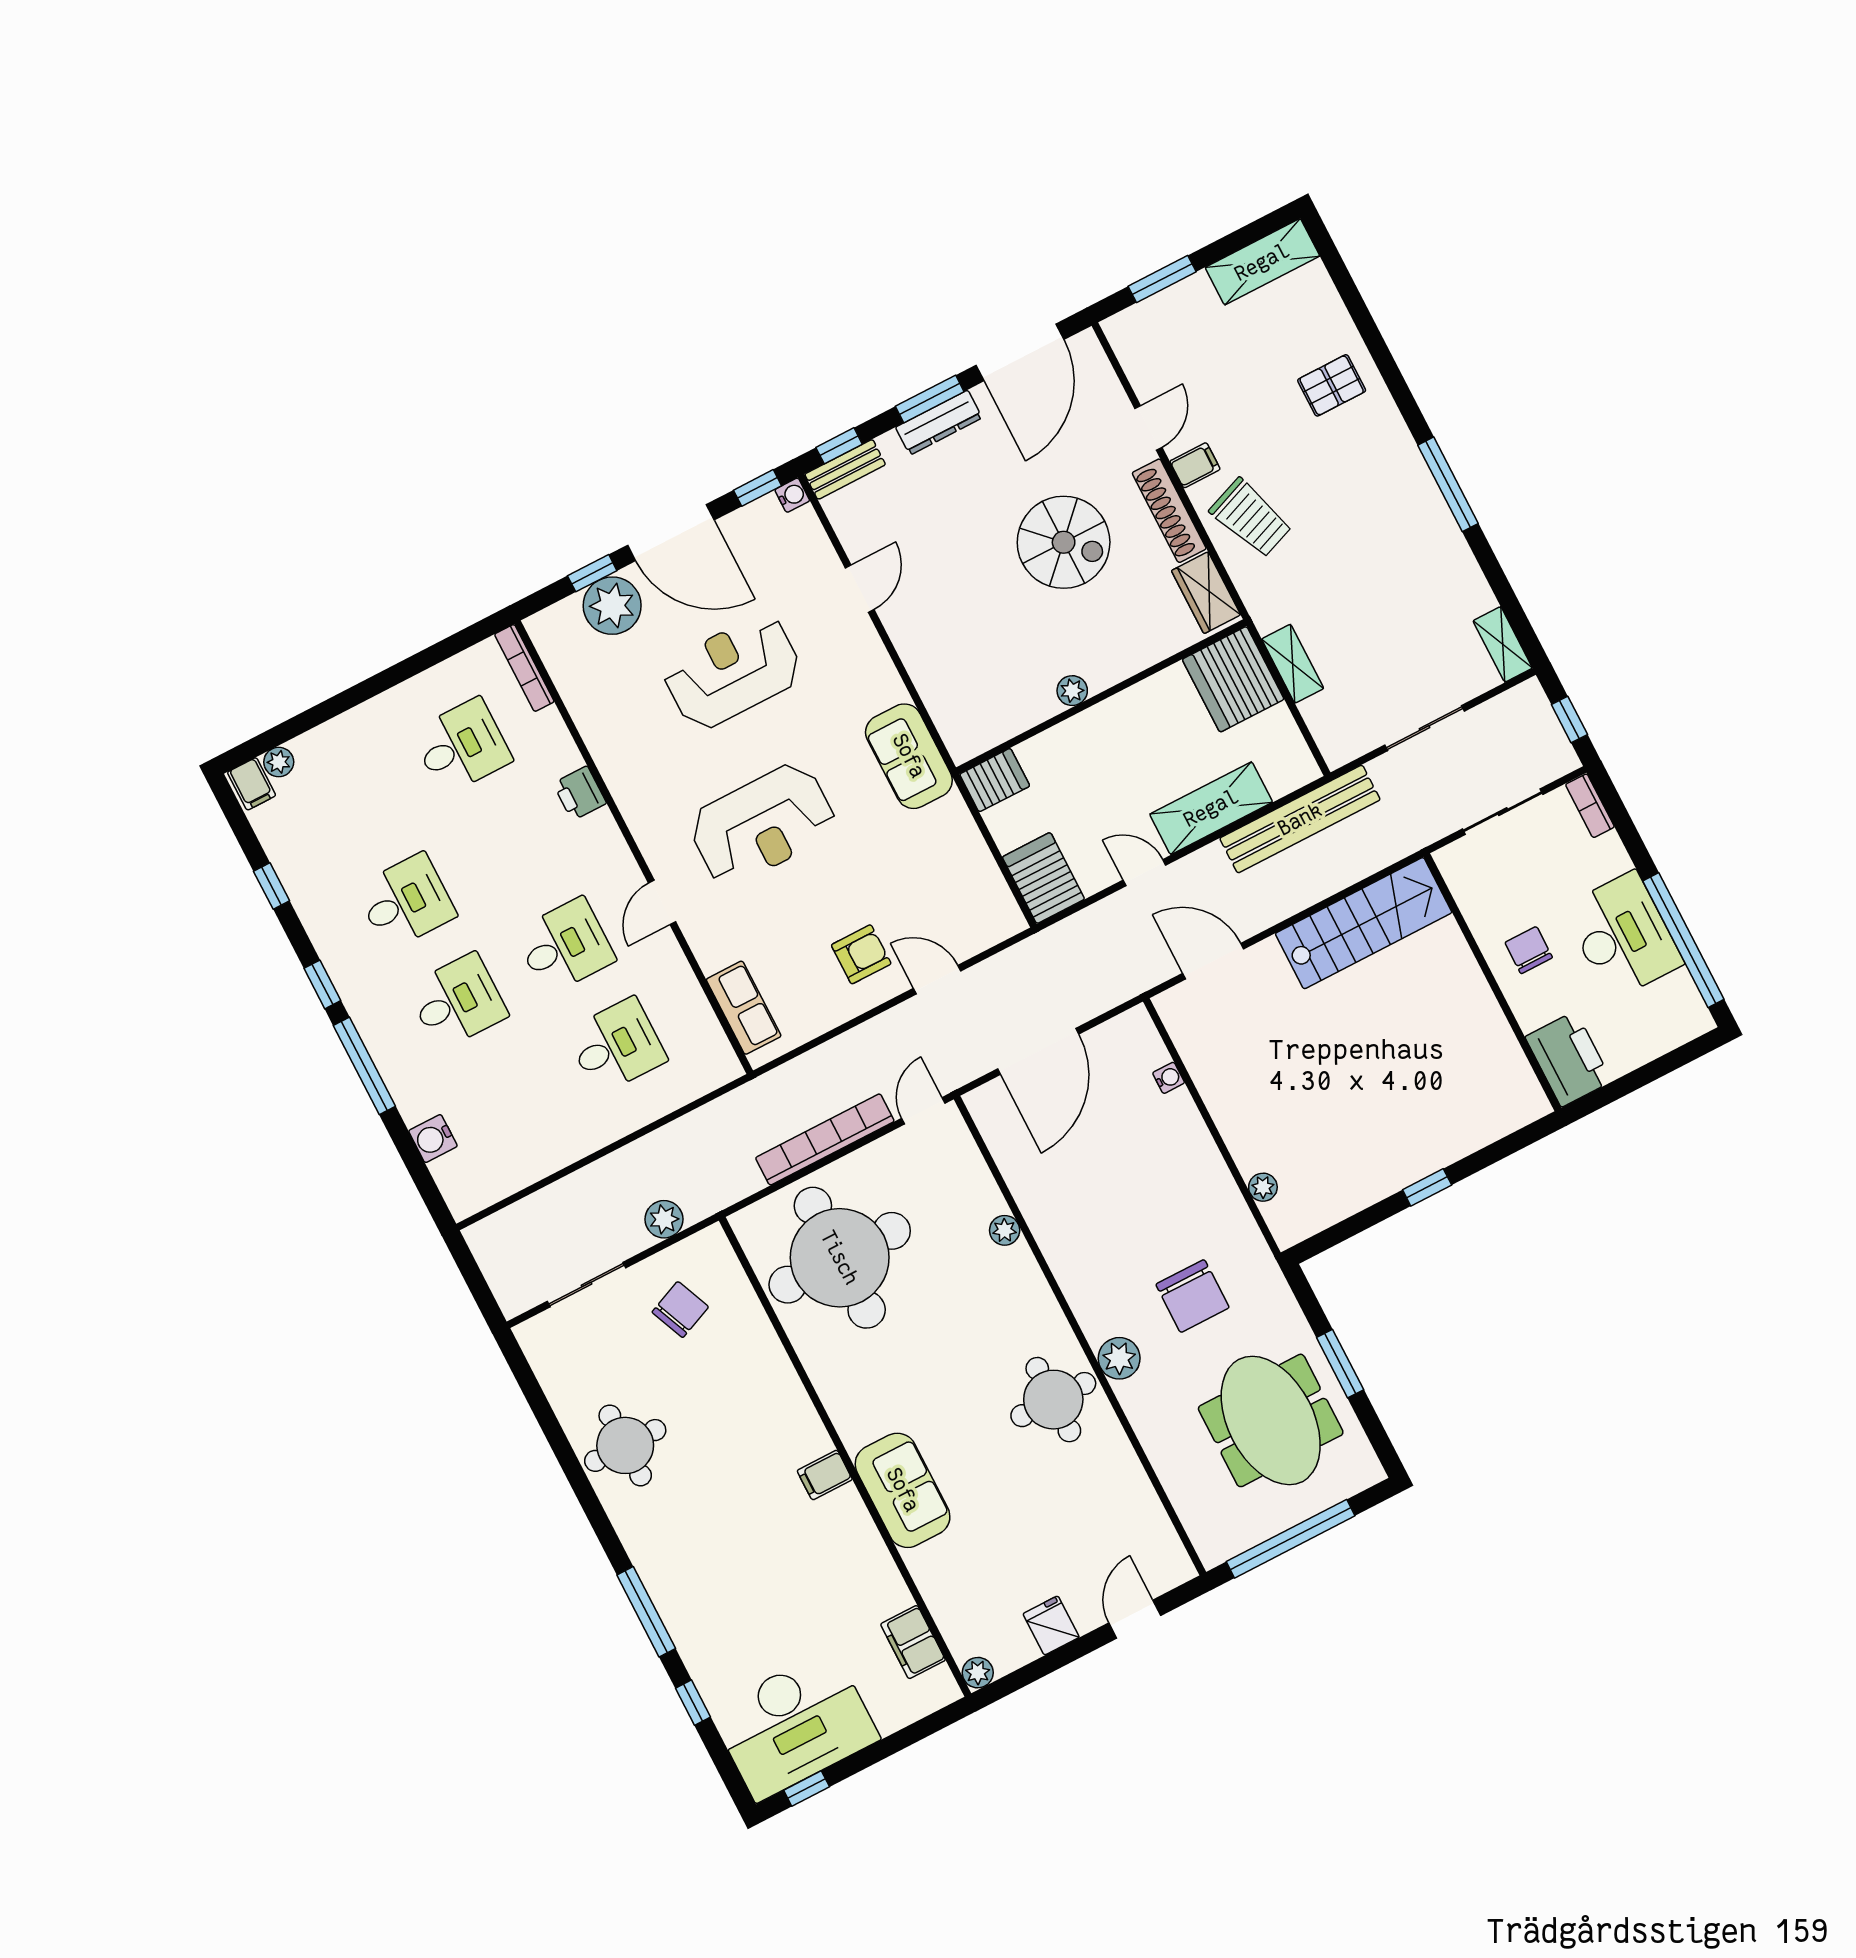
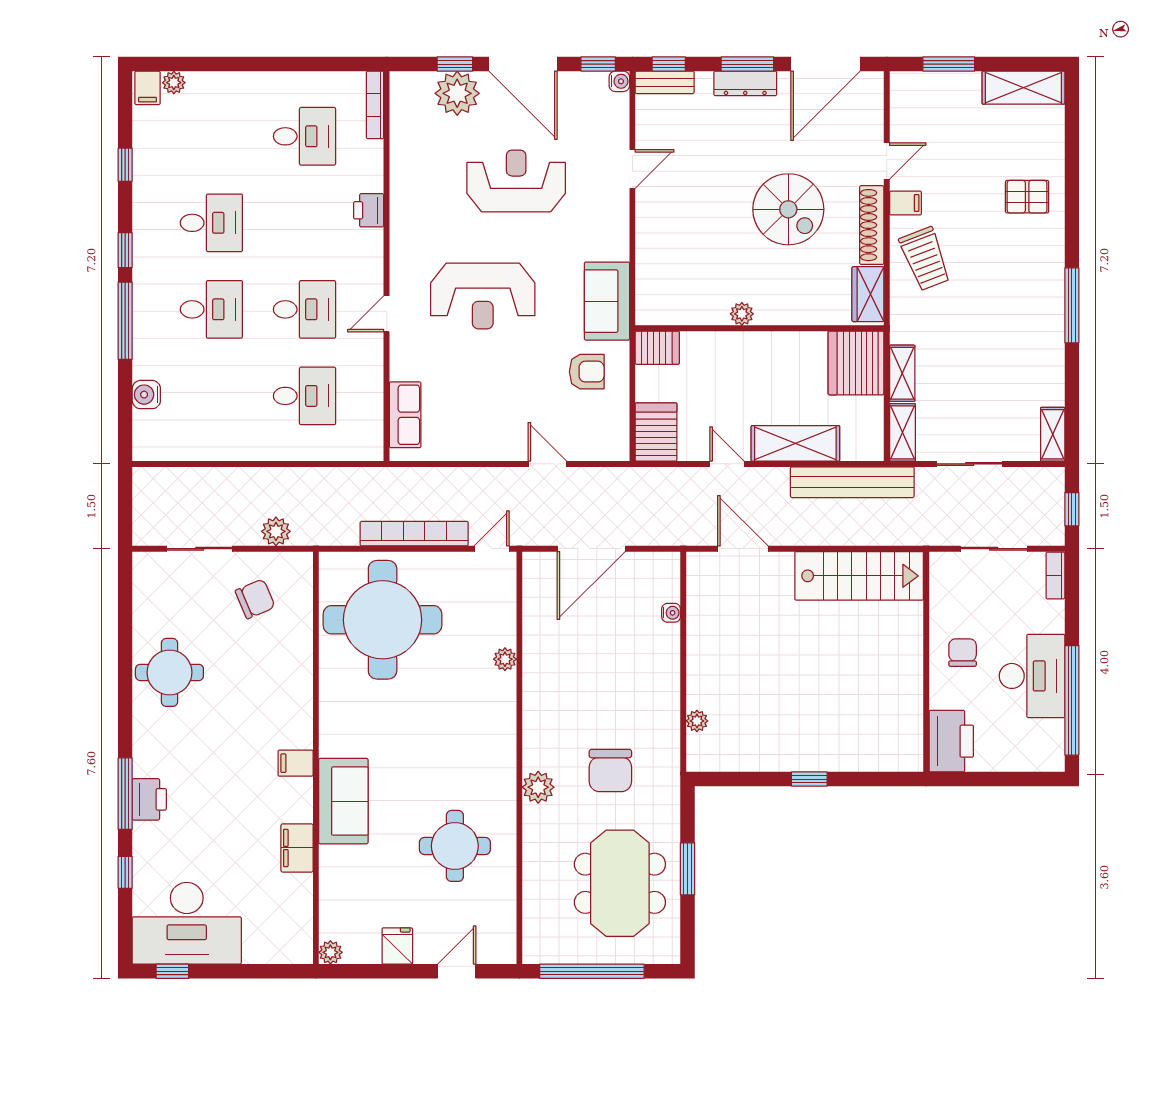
shelving: (1328, 732) -> (902, 432), added
armchair: (861, 954) -> (587, 372), moved
round table: (1053, 1400) -> (455, 846), moved
printer: (677, 1604) -> (149, 799), added
filing cabinet: (913, 1642) -> (297, 848), moved

